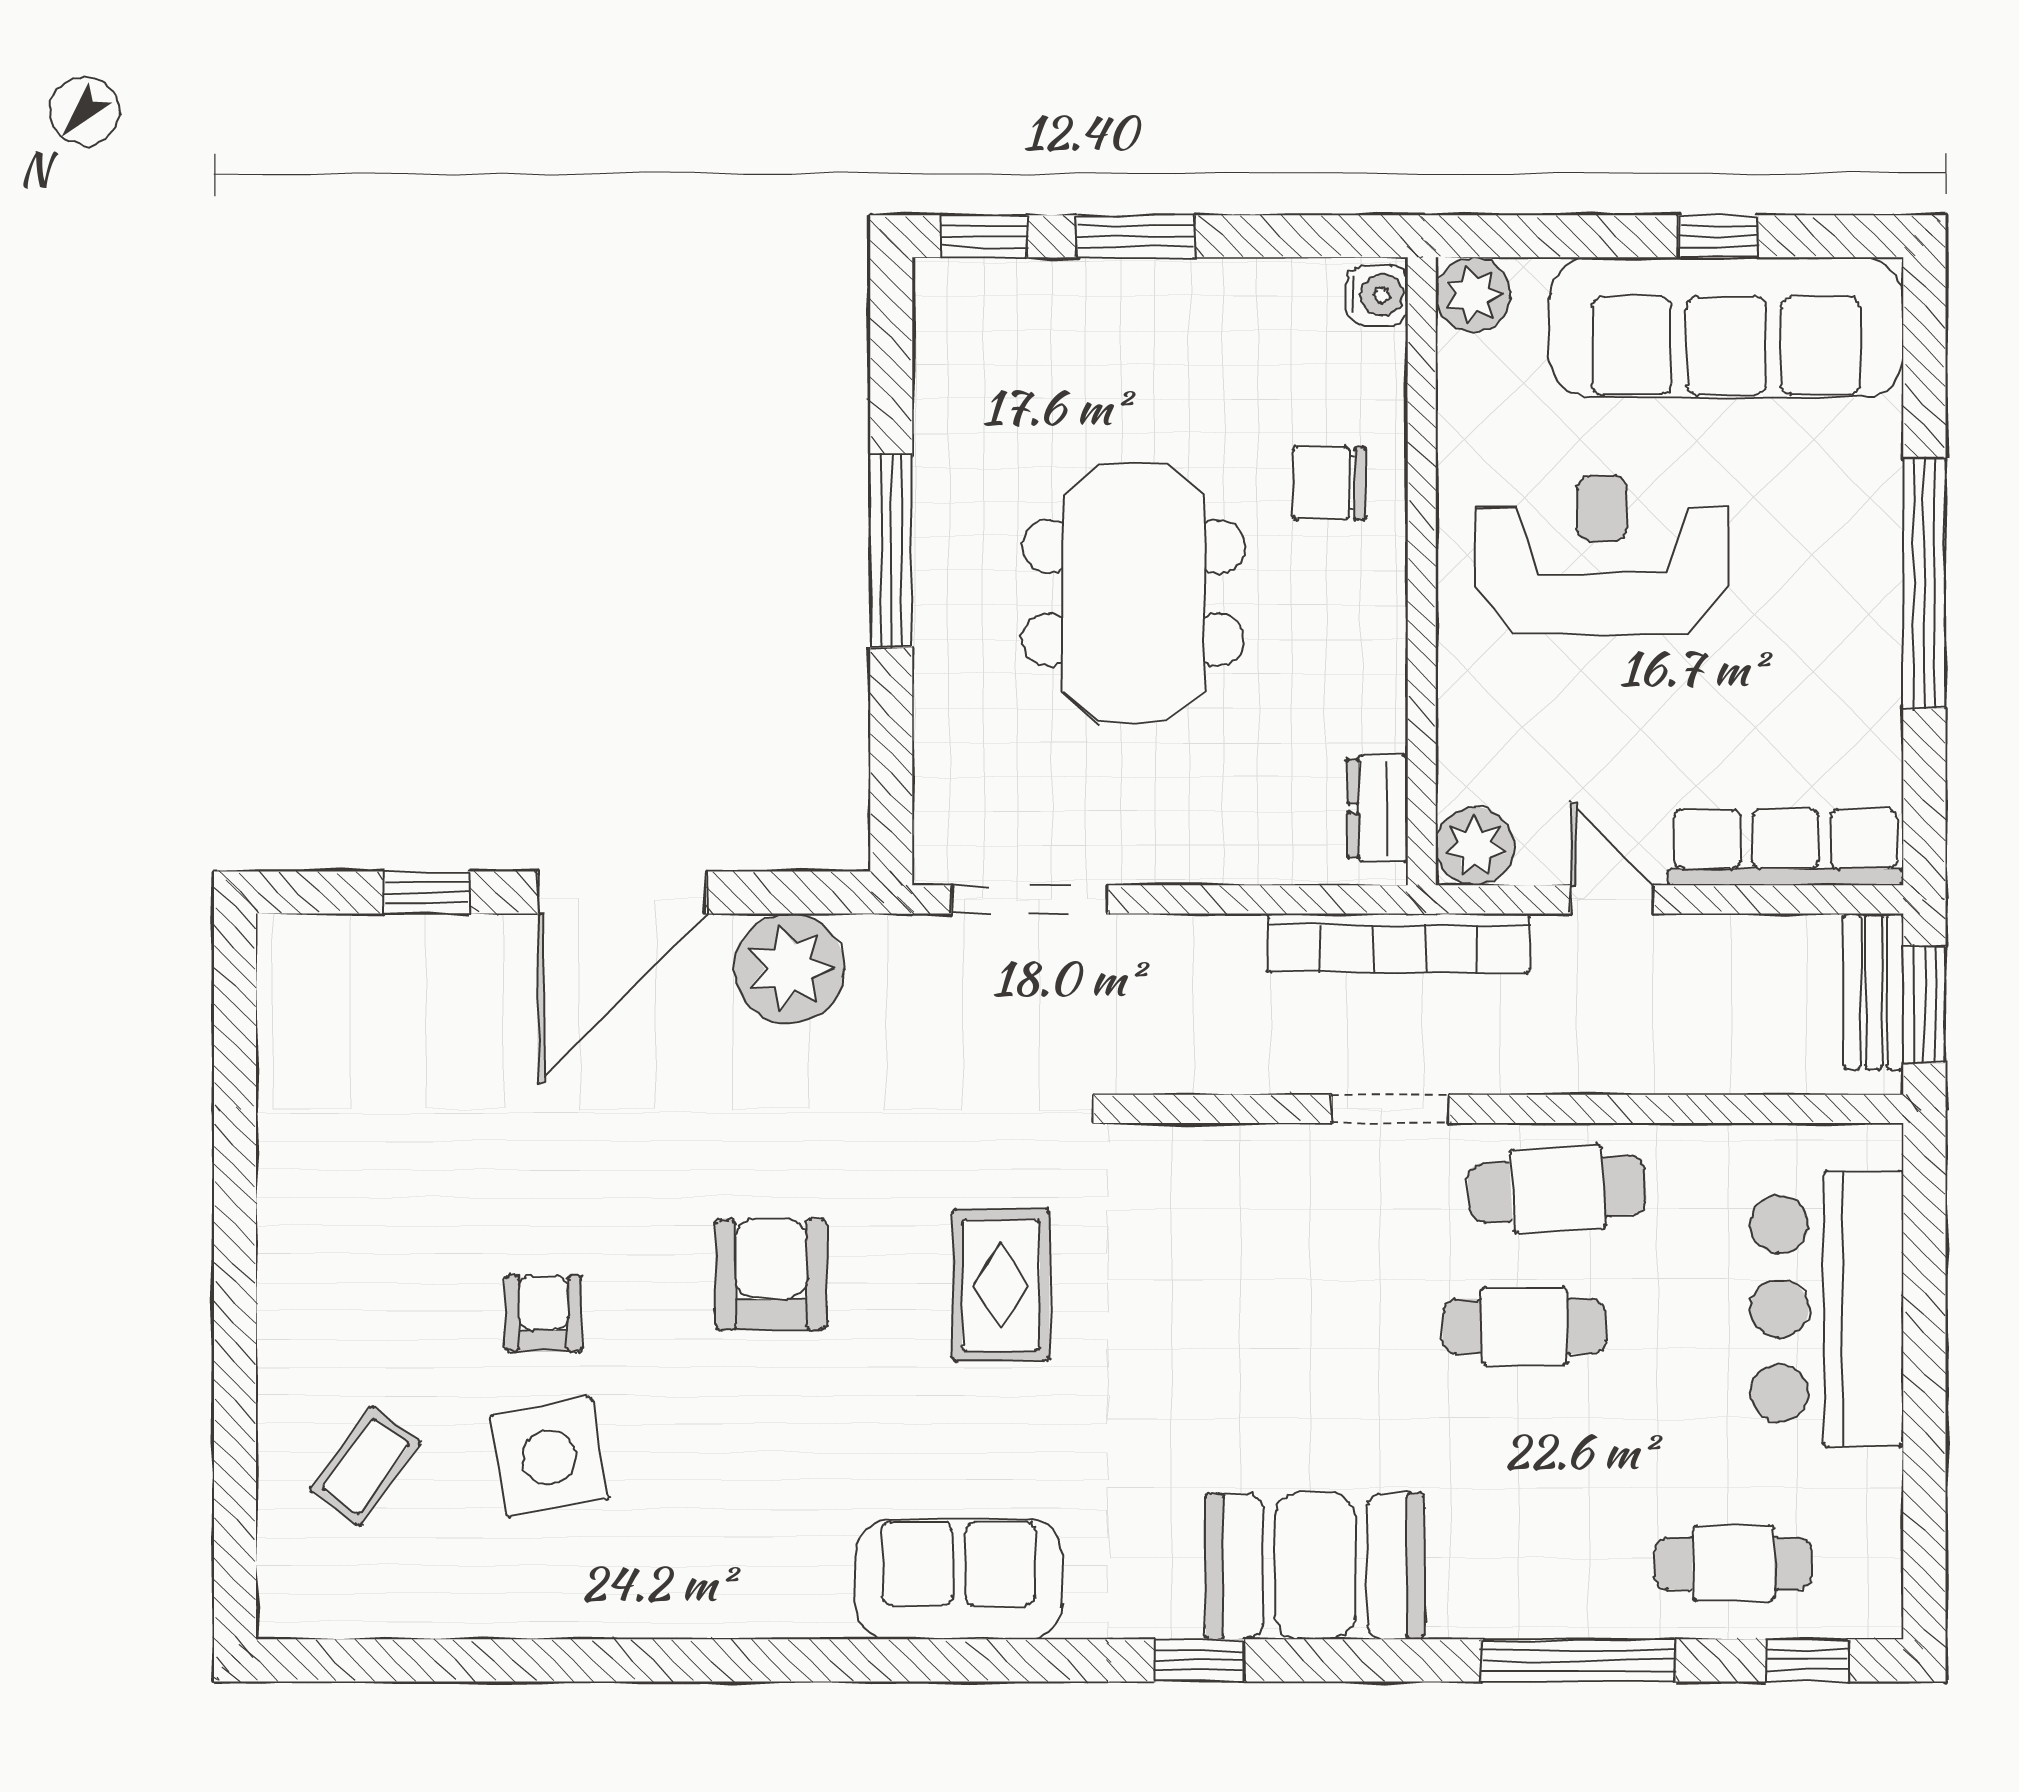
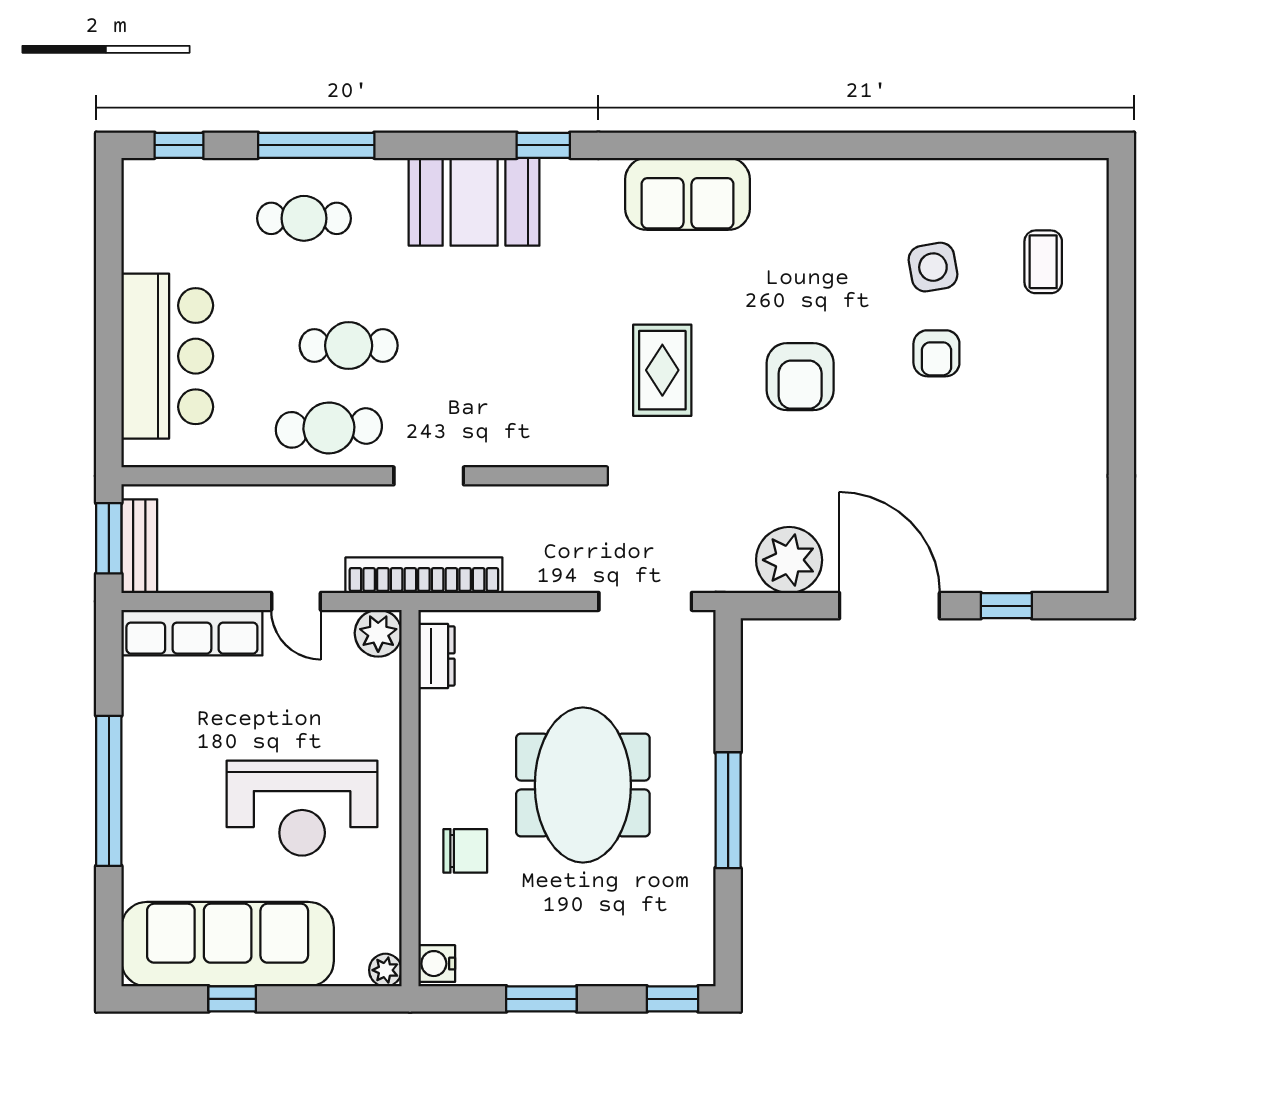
window: (1135, 236) -> (541, 999), moved
plant: (1473, 295) -> (385, 970), width x0.73, depth x0.73
door: (622, 892) -> (889, 606), hinge flipped
side table: (549, 1457) -> (933, 267), width x0.73, depth x0.73
coffee table: (365, 1466) -> (1043, 262), turned -36
cafe table: (1733, 1563) -> (304, 218), moved

